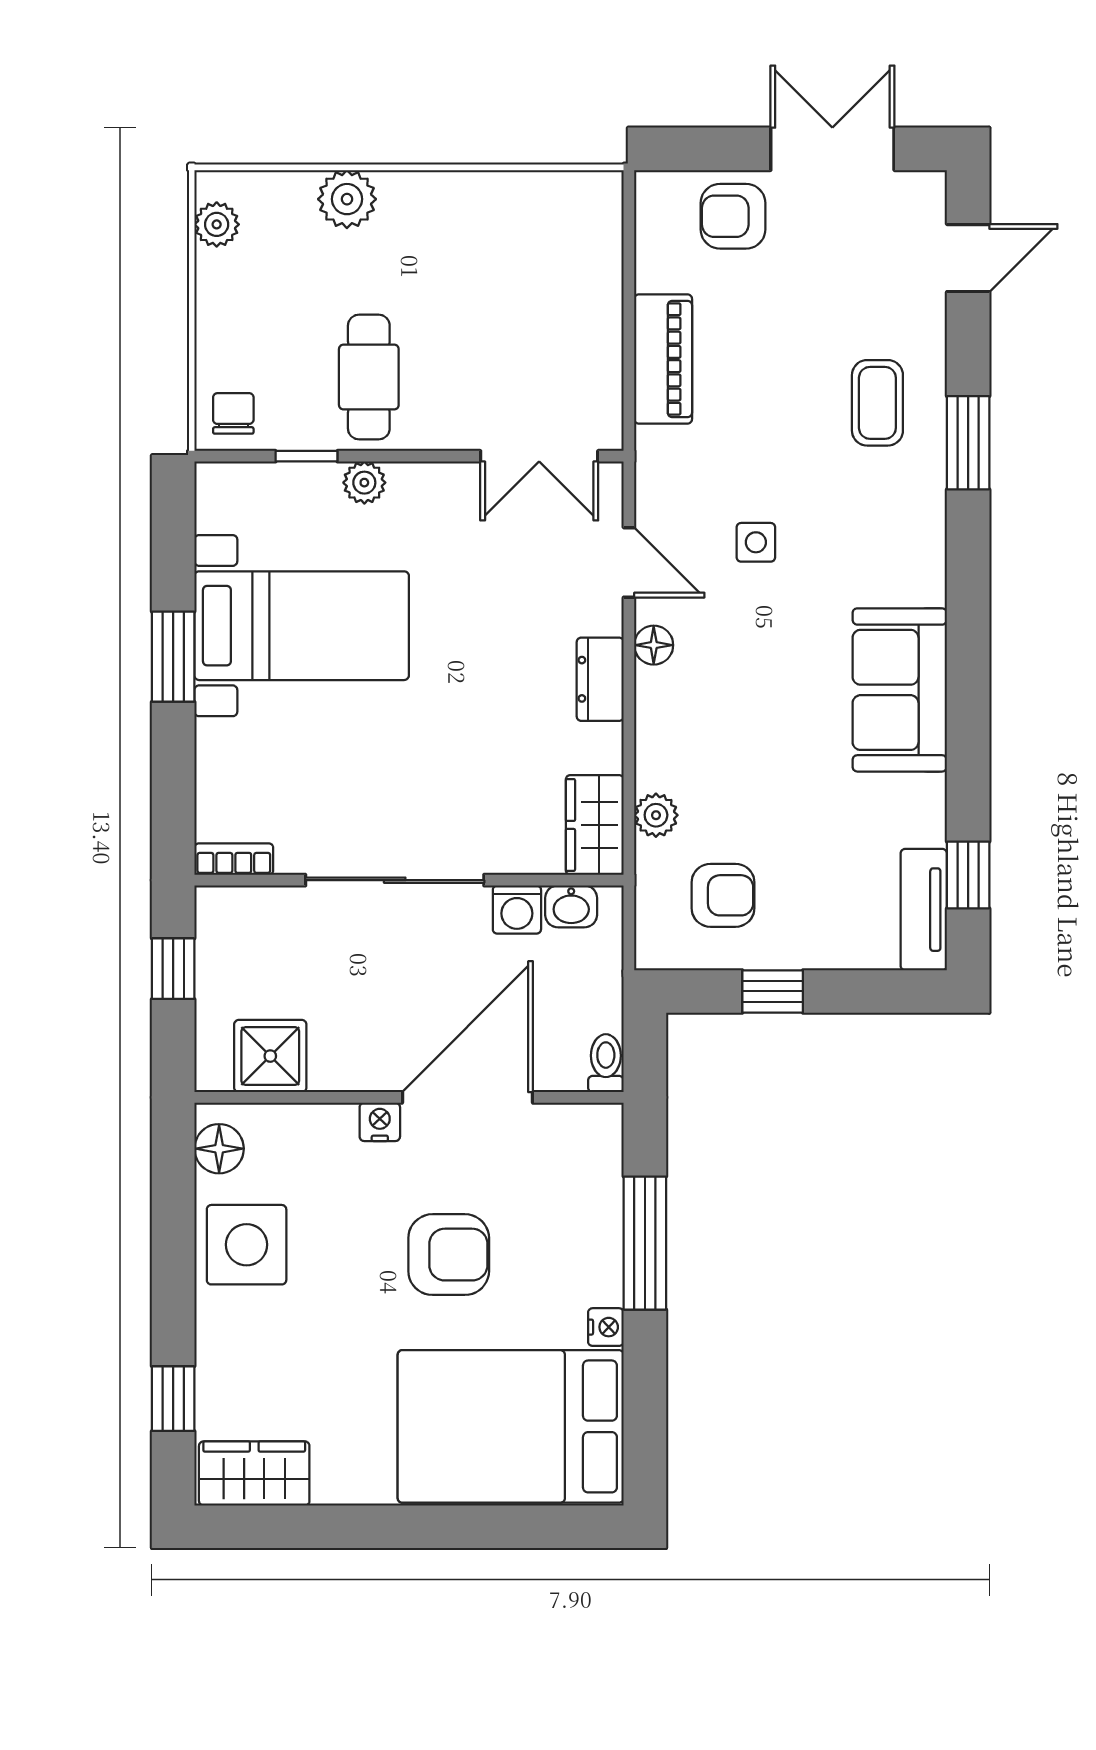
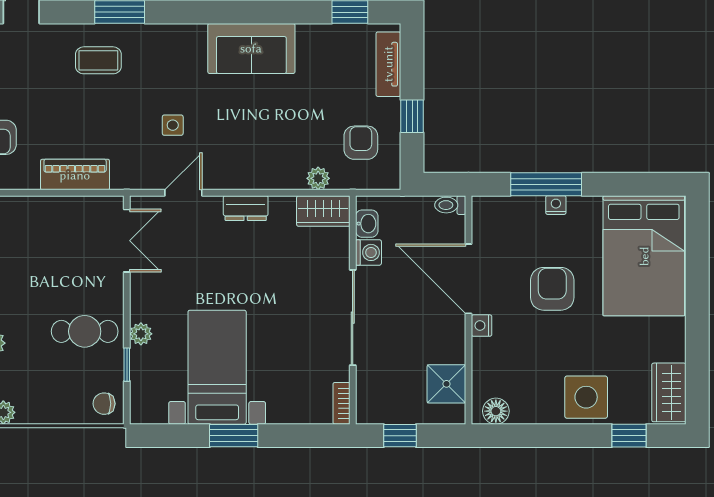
floor lamp: (654, 645) -> (227, 180), removed
tv unit: (924, 910) -> (388, 64), moved, turned 90
side table: (247, 1245) -> (586, 397), moved
nightstand: (606, 1327) -> (556, 205), moved

